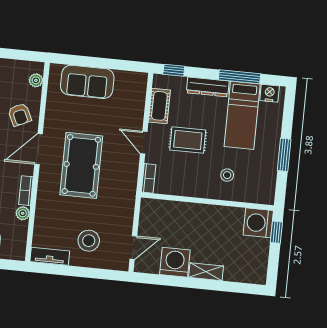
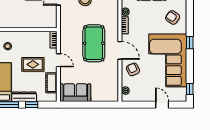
window: (174, 70) -> (32, 105), moved
sofa: (87, 82) -> (75, 93), moved
door: (39, 149) -> (120, 50), hinge flipped

